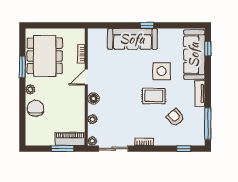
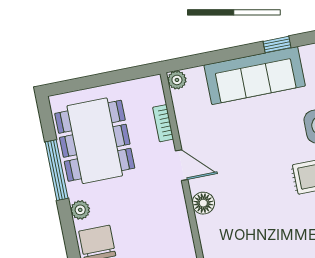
window: (22, 67) -> (57, 170), width x1.44
door: (86, 77) -> (182, 165), swing flipped
plant: (93, 119) -> (177, 80), moved

